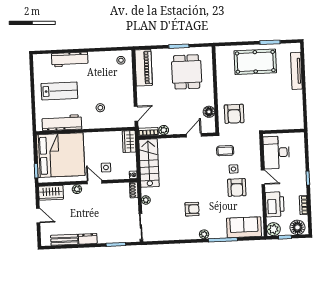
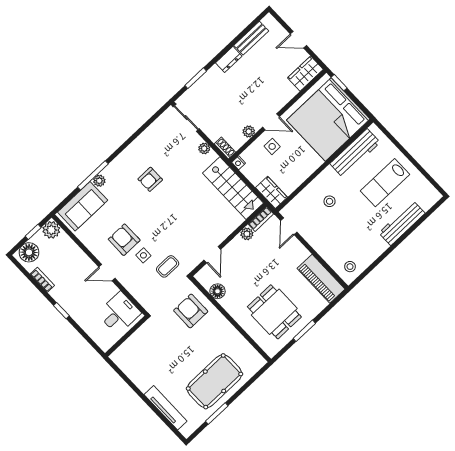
desk: (276, 152) -> (119, 313), width x0.73
plant: (77, 189) -> (249, 131), moved
printer: (275, 204) -> (72, 256), removed
plant: (204, 234) -> (99, 181), moved

